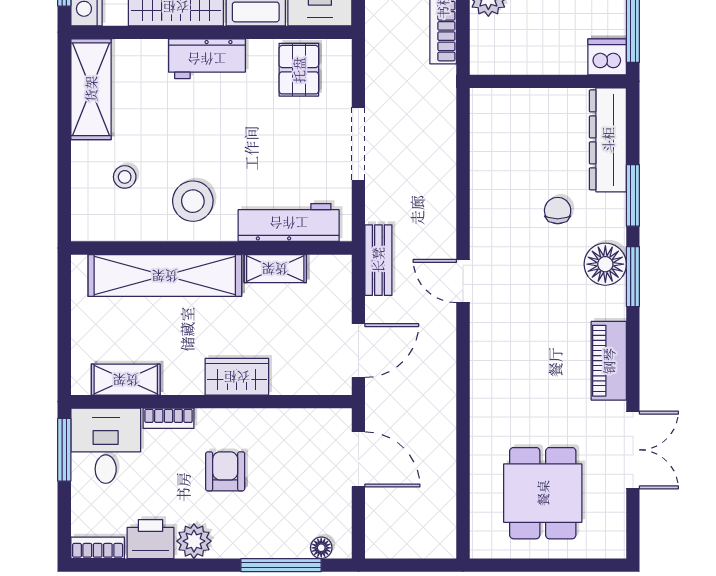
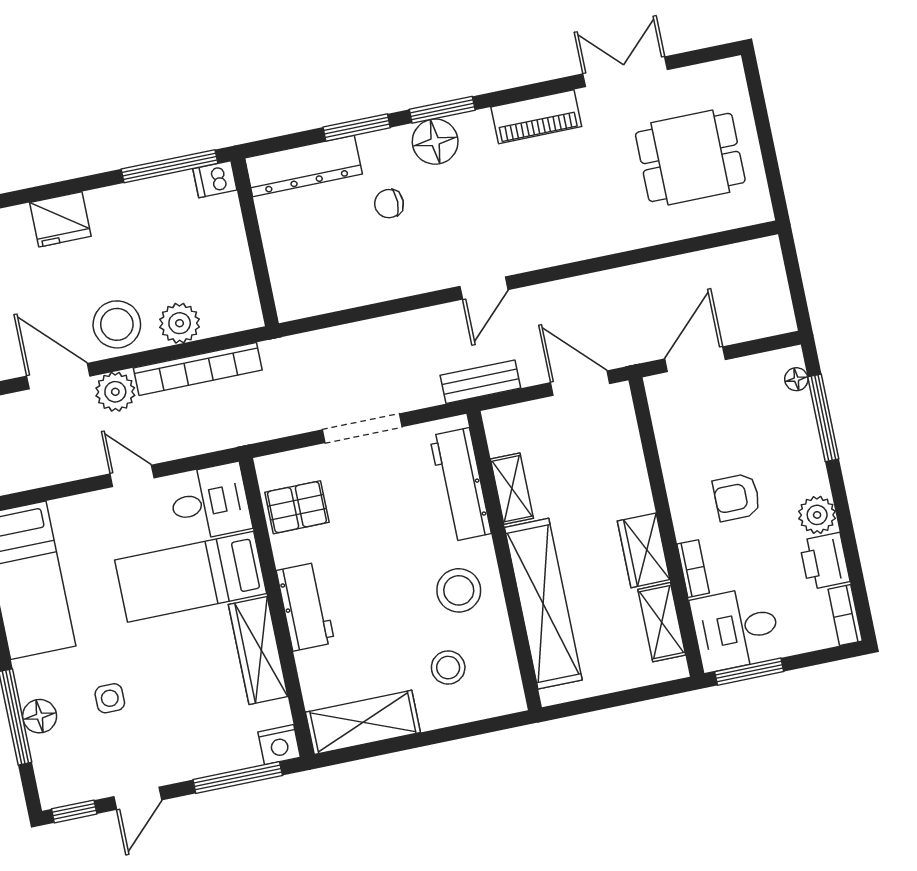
dishwasher: (607, 57) -> (215, 179), width x0.73
stool: (125, 177) -> (448, 668), width x1.37, depth x1.37
wardrobe: (237, 377) -> (644, 550), moved

